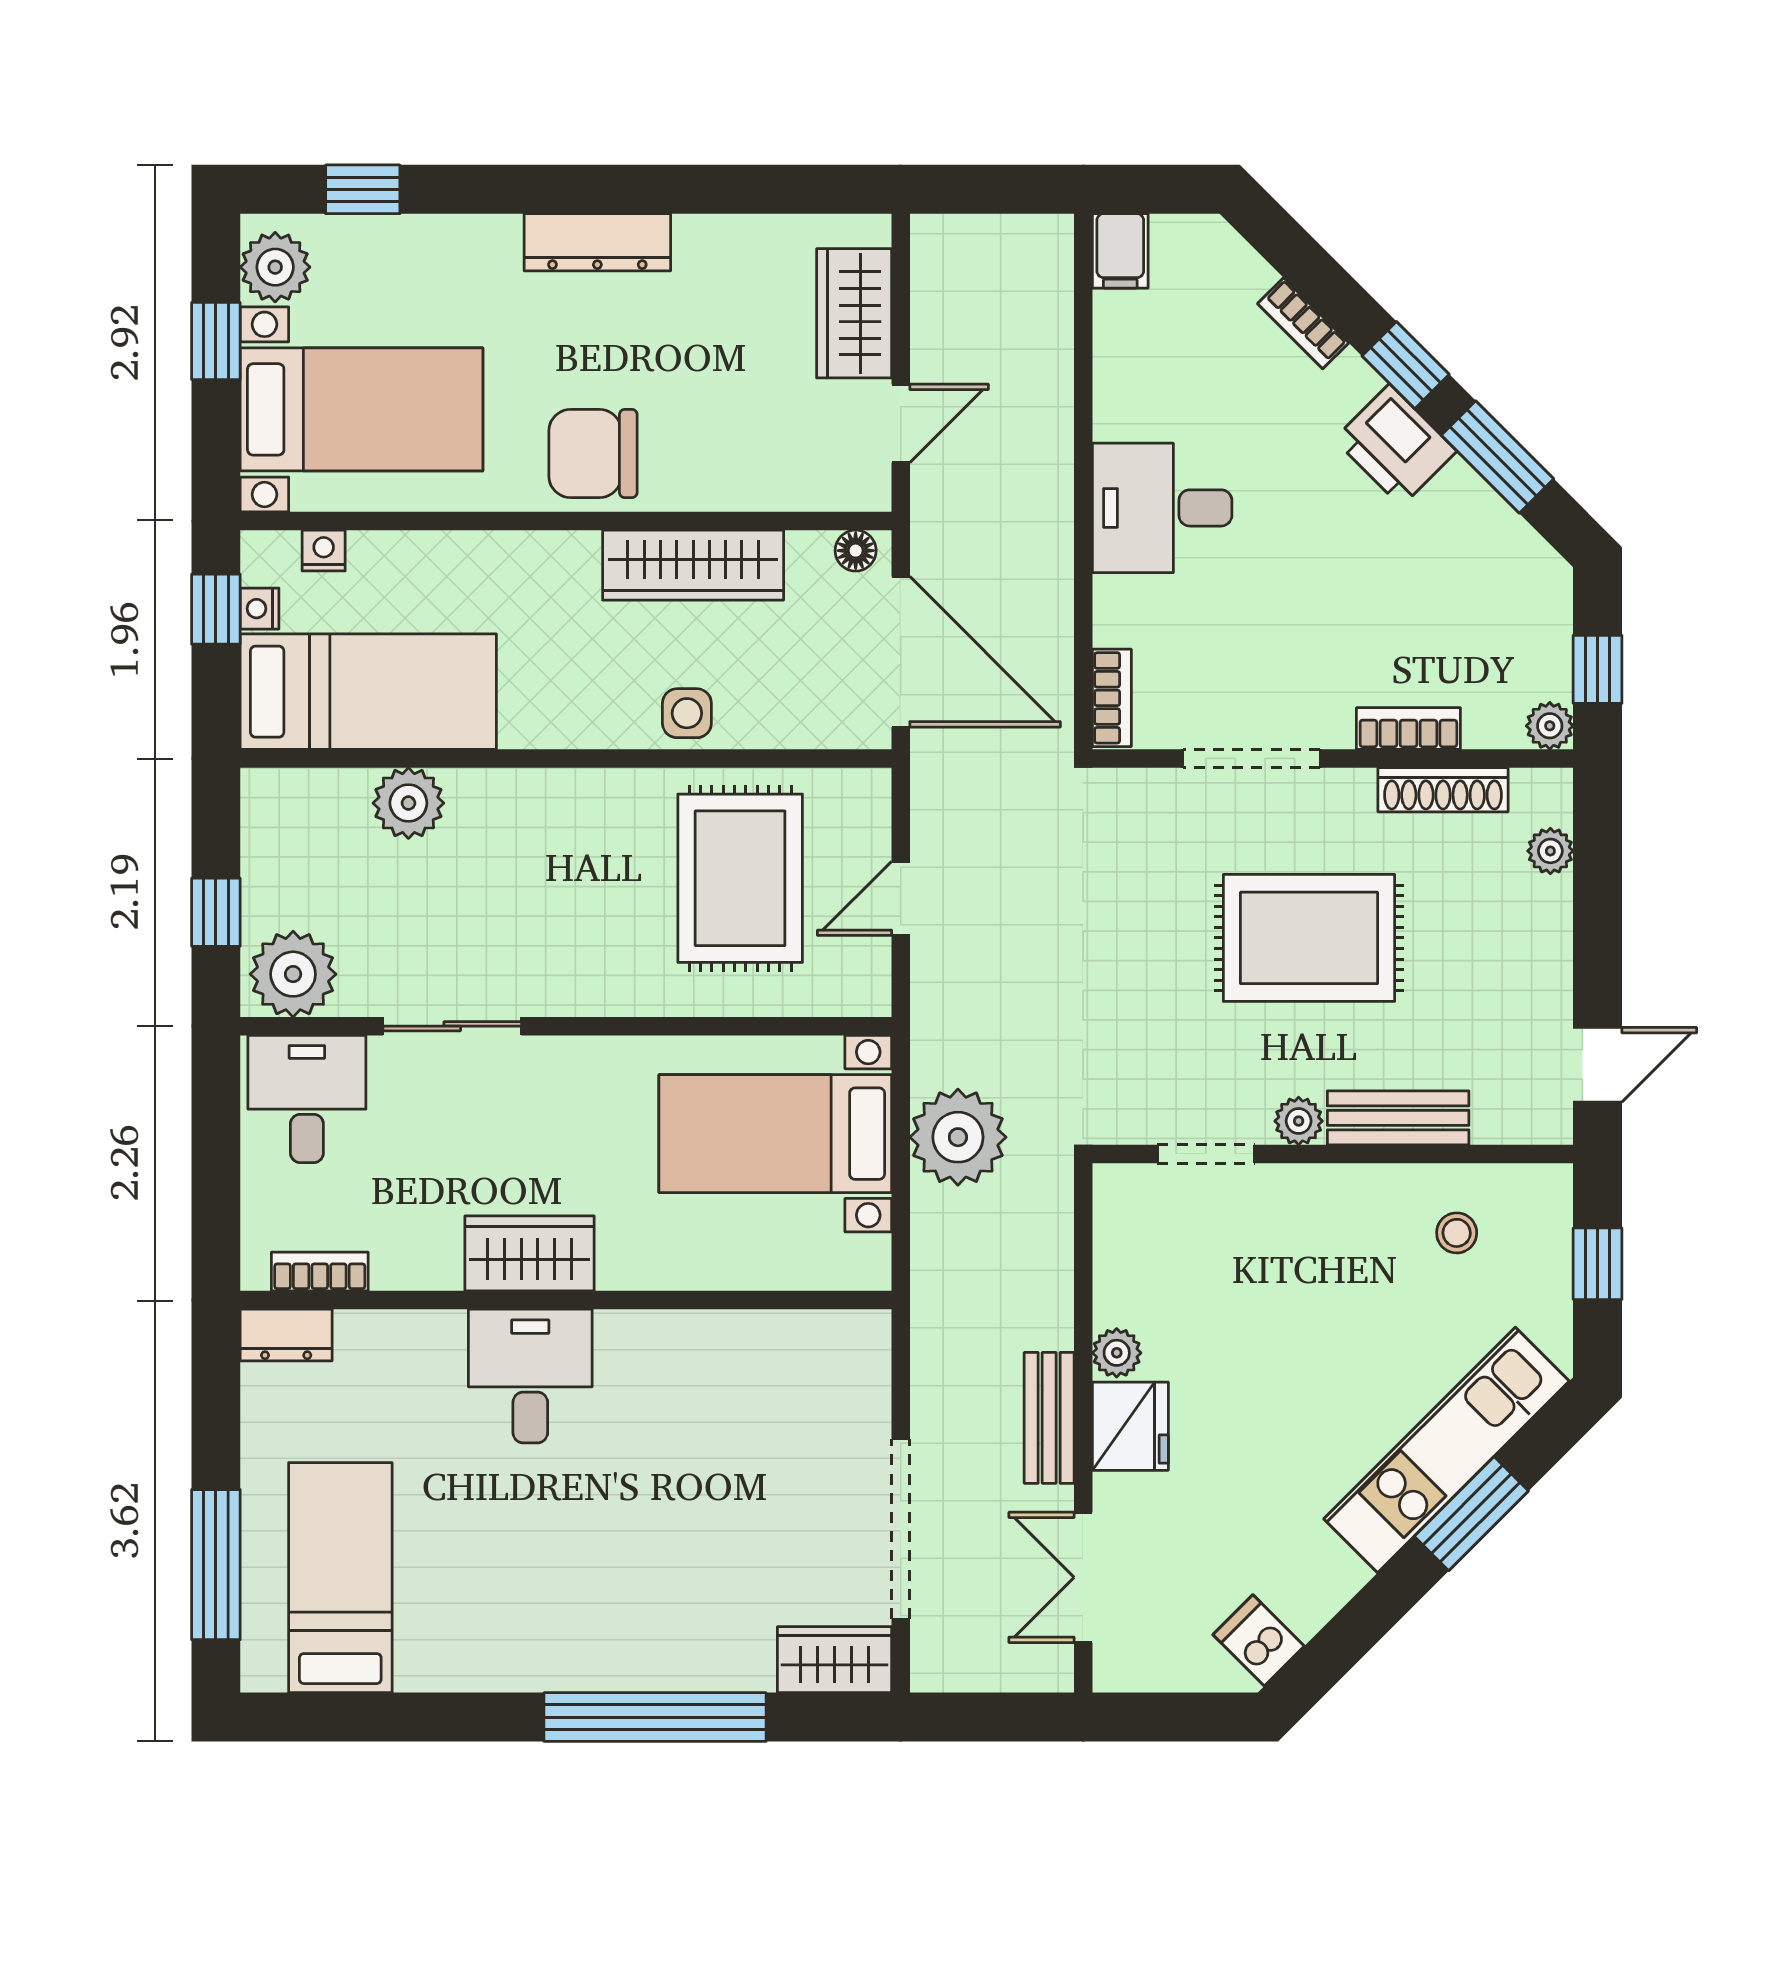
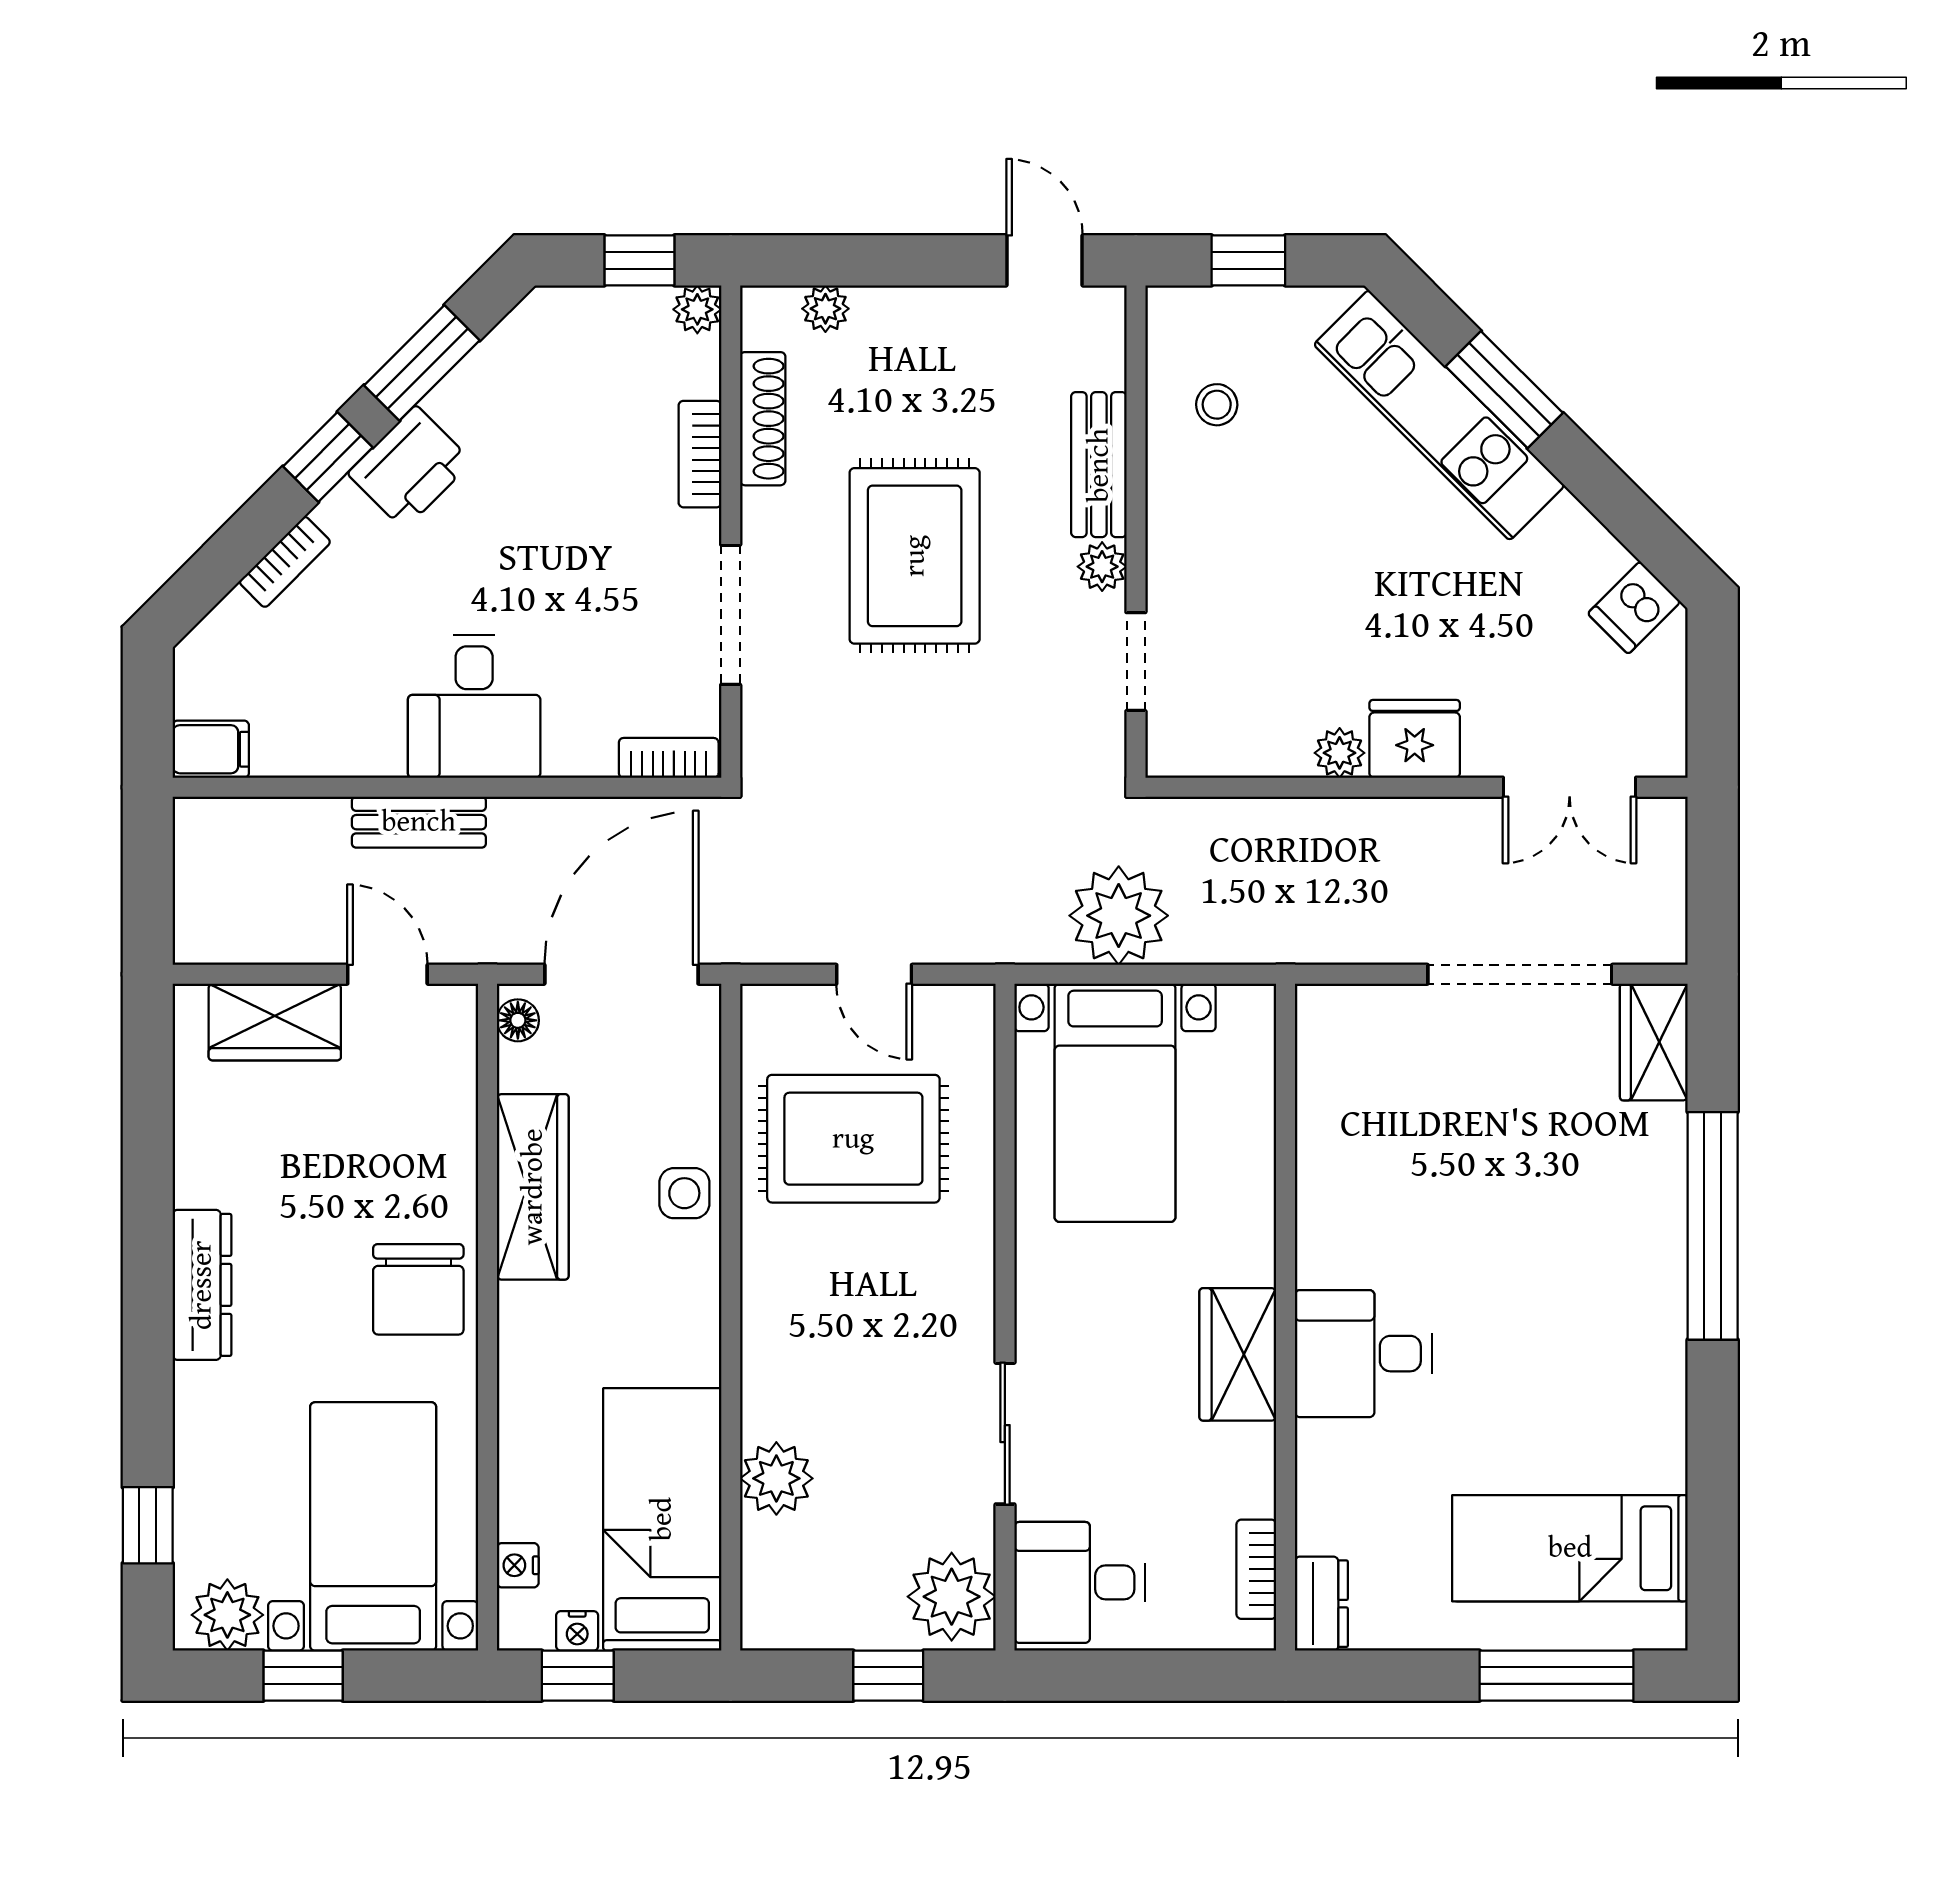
bench: (1049, 1418) -> (419, 822), moved

